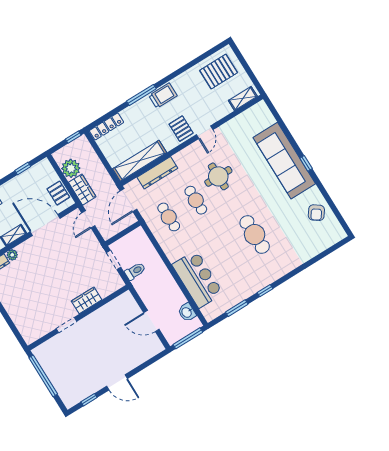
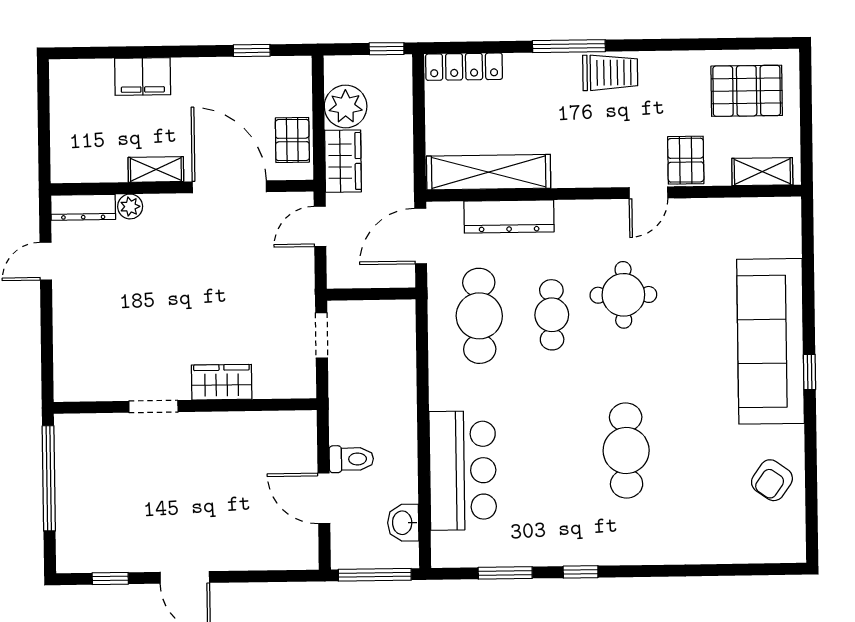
pallet: (181, 129) -> (686, 160), moved
cafe table: (169, 217) -> (479, 316), width x1.37, depth x1.35
toilet: (135, 271) -> (351, 459), moved

